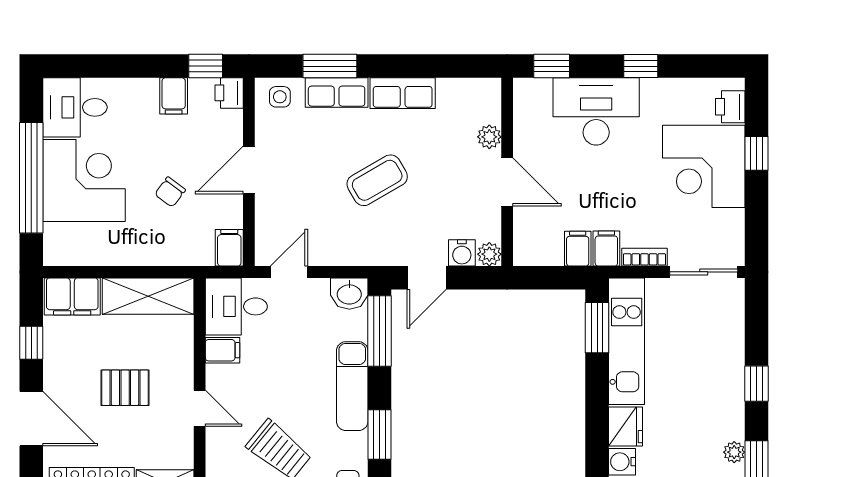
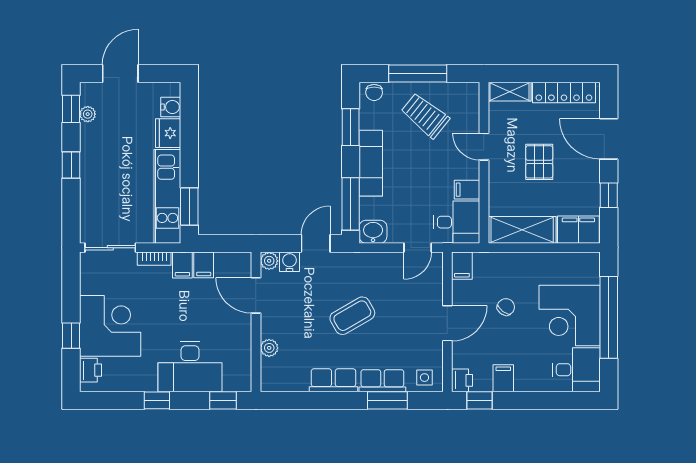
door: (507, 182) -> (256, 295), moved
pallet: (125, 388) -> (539, 162), turned 90

